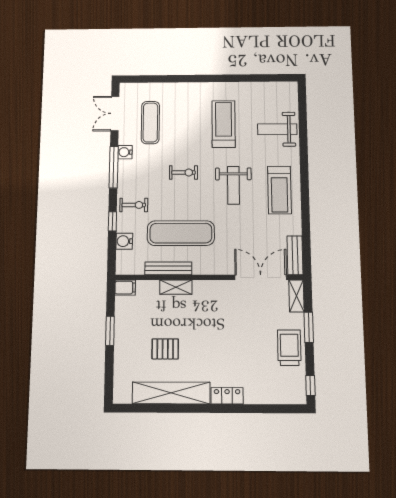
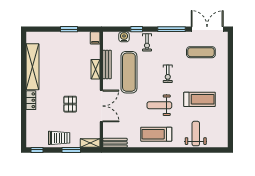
double door: (115, 113) -> (207, 29), width x1.37
water cooler: (125, 152) -> (181, 36), removed
double door: (261, 277) -> (101, 106), moved
pallet: (165, 349) -> (70, 104), moved

